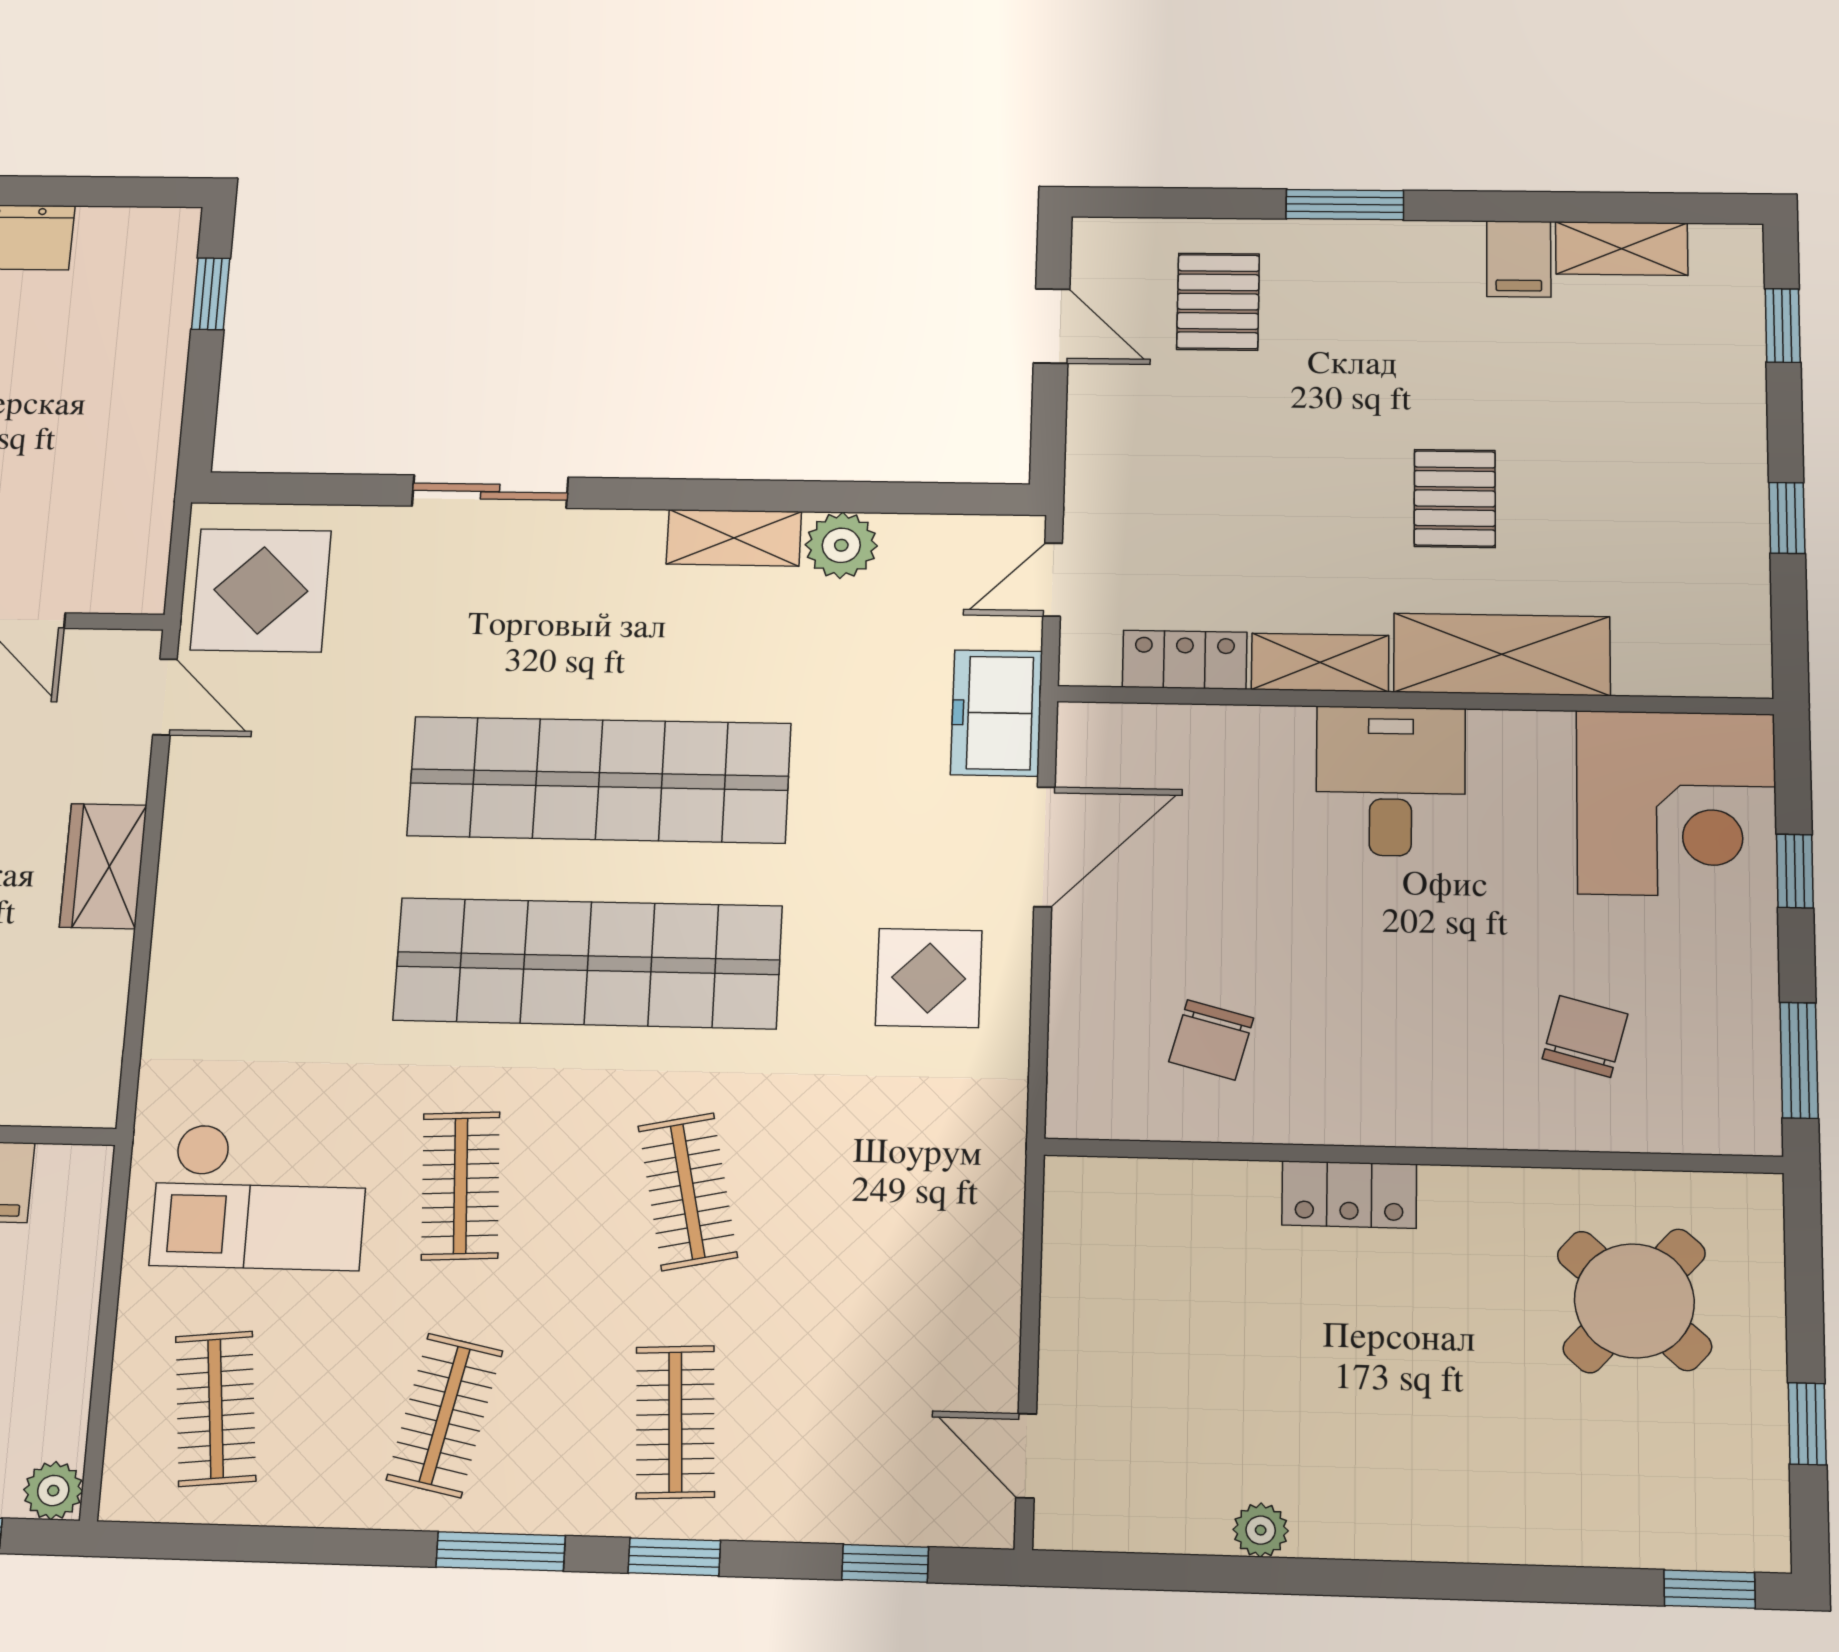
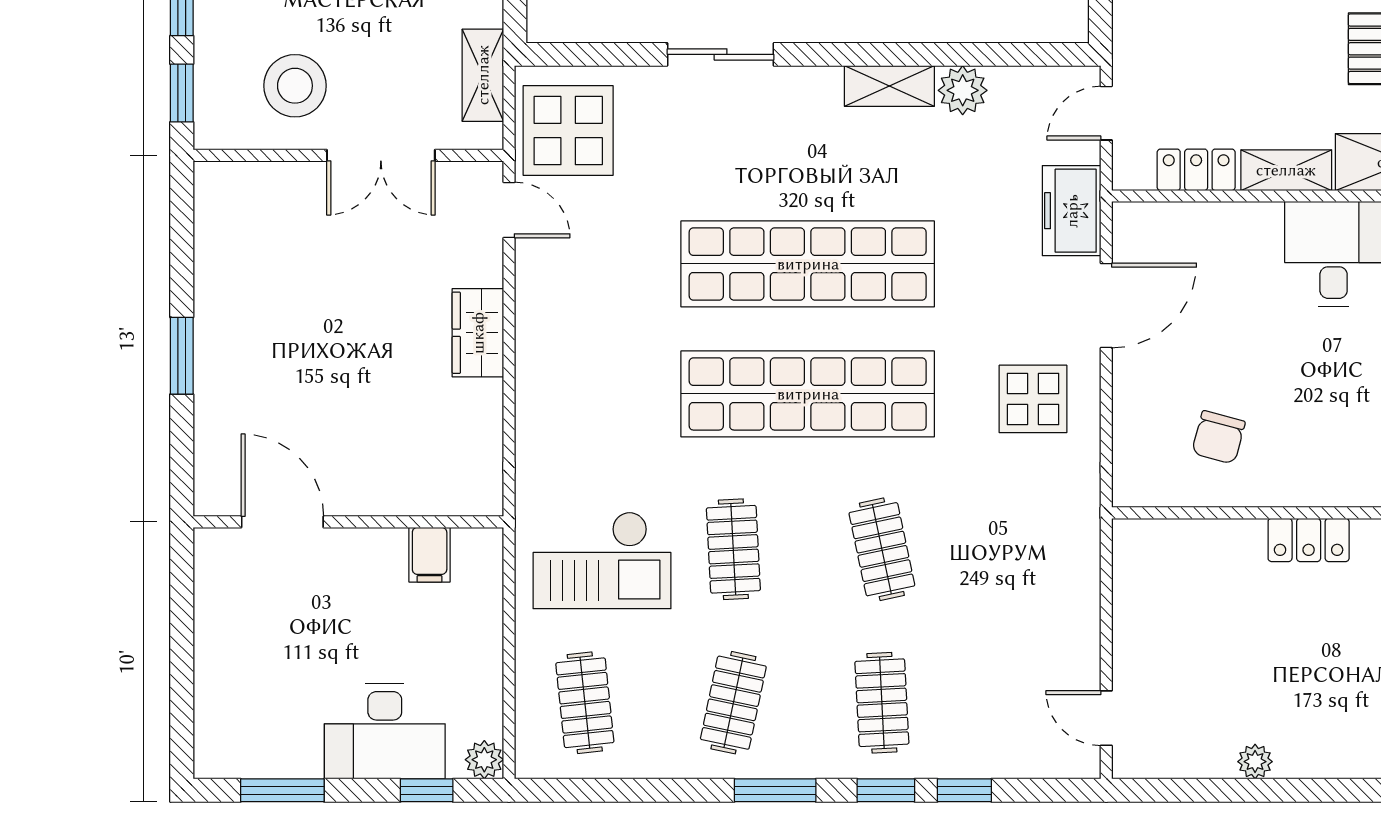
shelving: (144, 514) -> (483, 75), added
window: (885, 1563) -> (964, 790), moved

